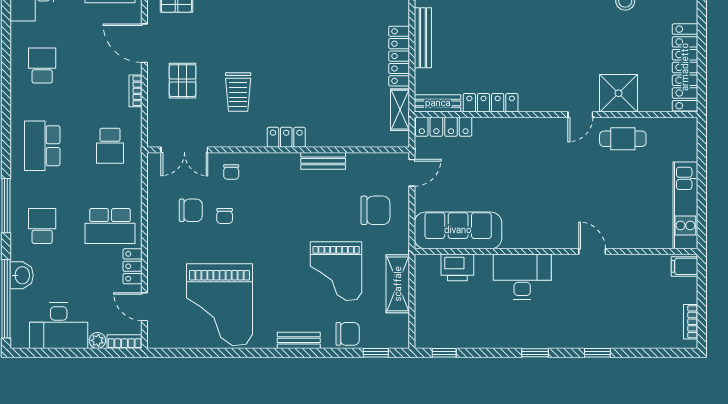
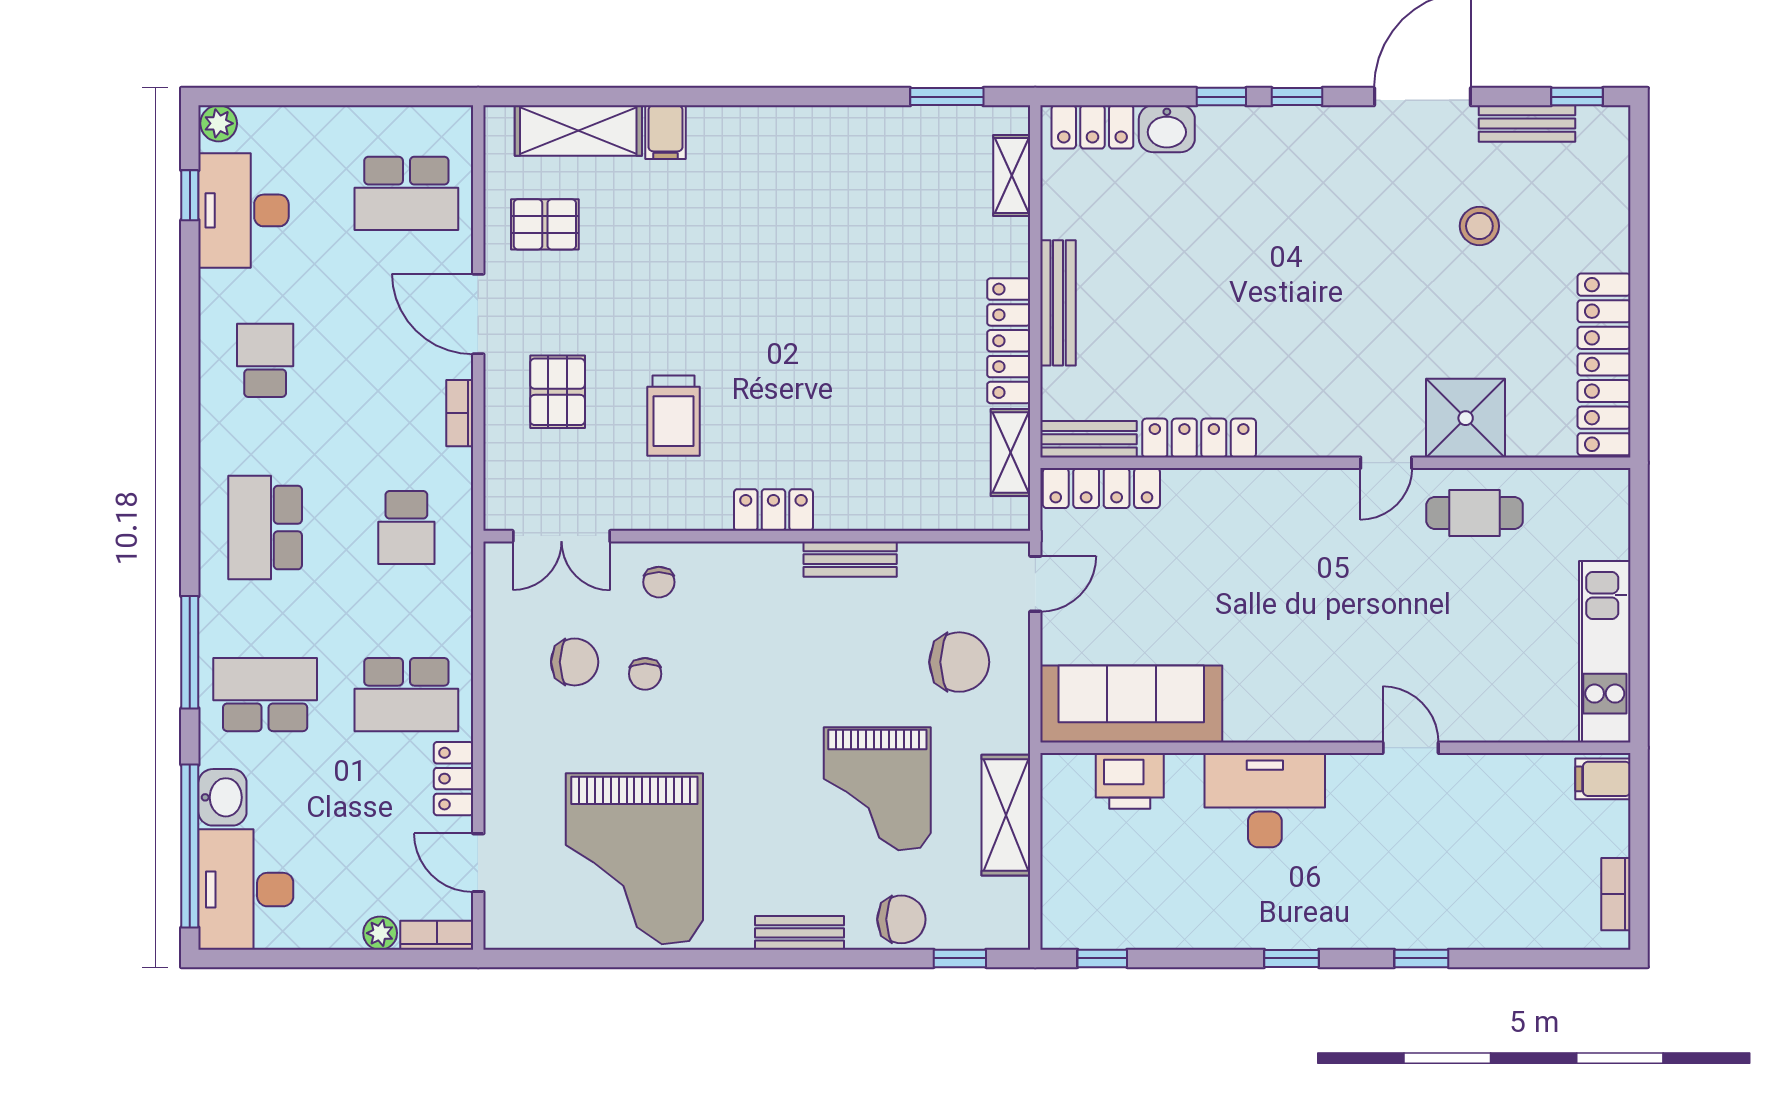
school desk: (42, 226) -> (265, 695), width x1.85
desk: (59, 326) -> (246, 890), moved, turned 90

